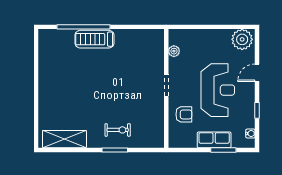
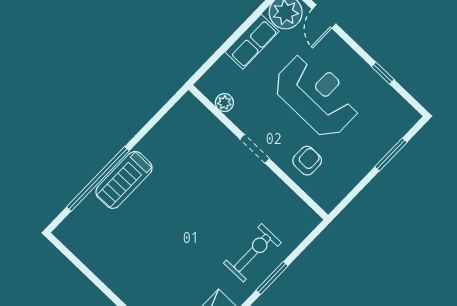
door: (257, 73) -> (324, 17), moved
exercise bike: (118, 130) -> (252, 253), width x1.38, depth x1.39
water cooler: (250, 133) -> (402, 106), removed
row of seats: (214, 140) -> (252, 42), moved, turned 180

